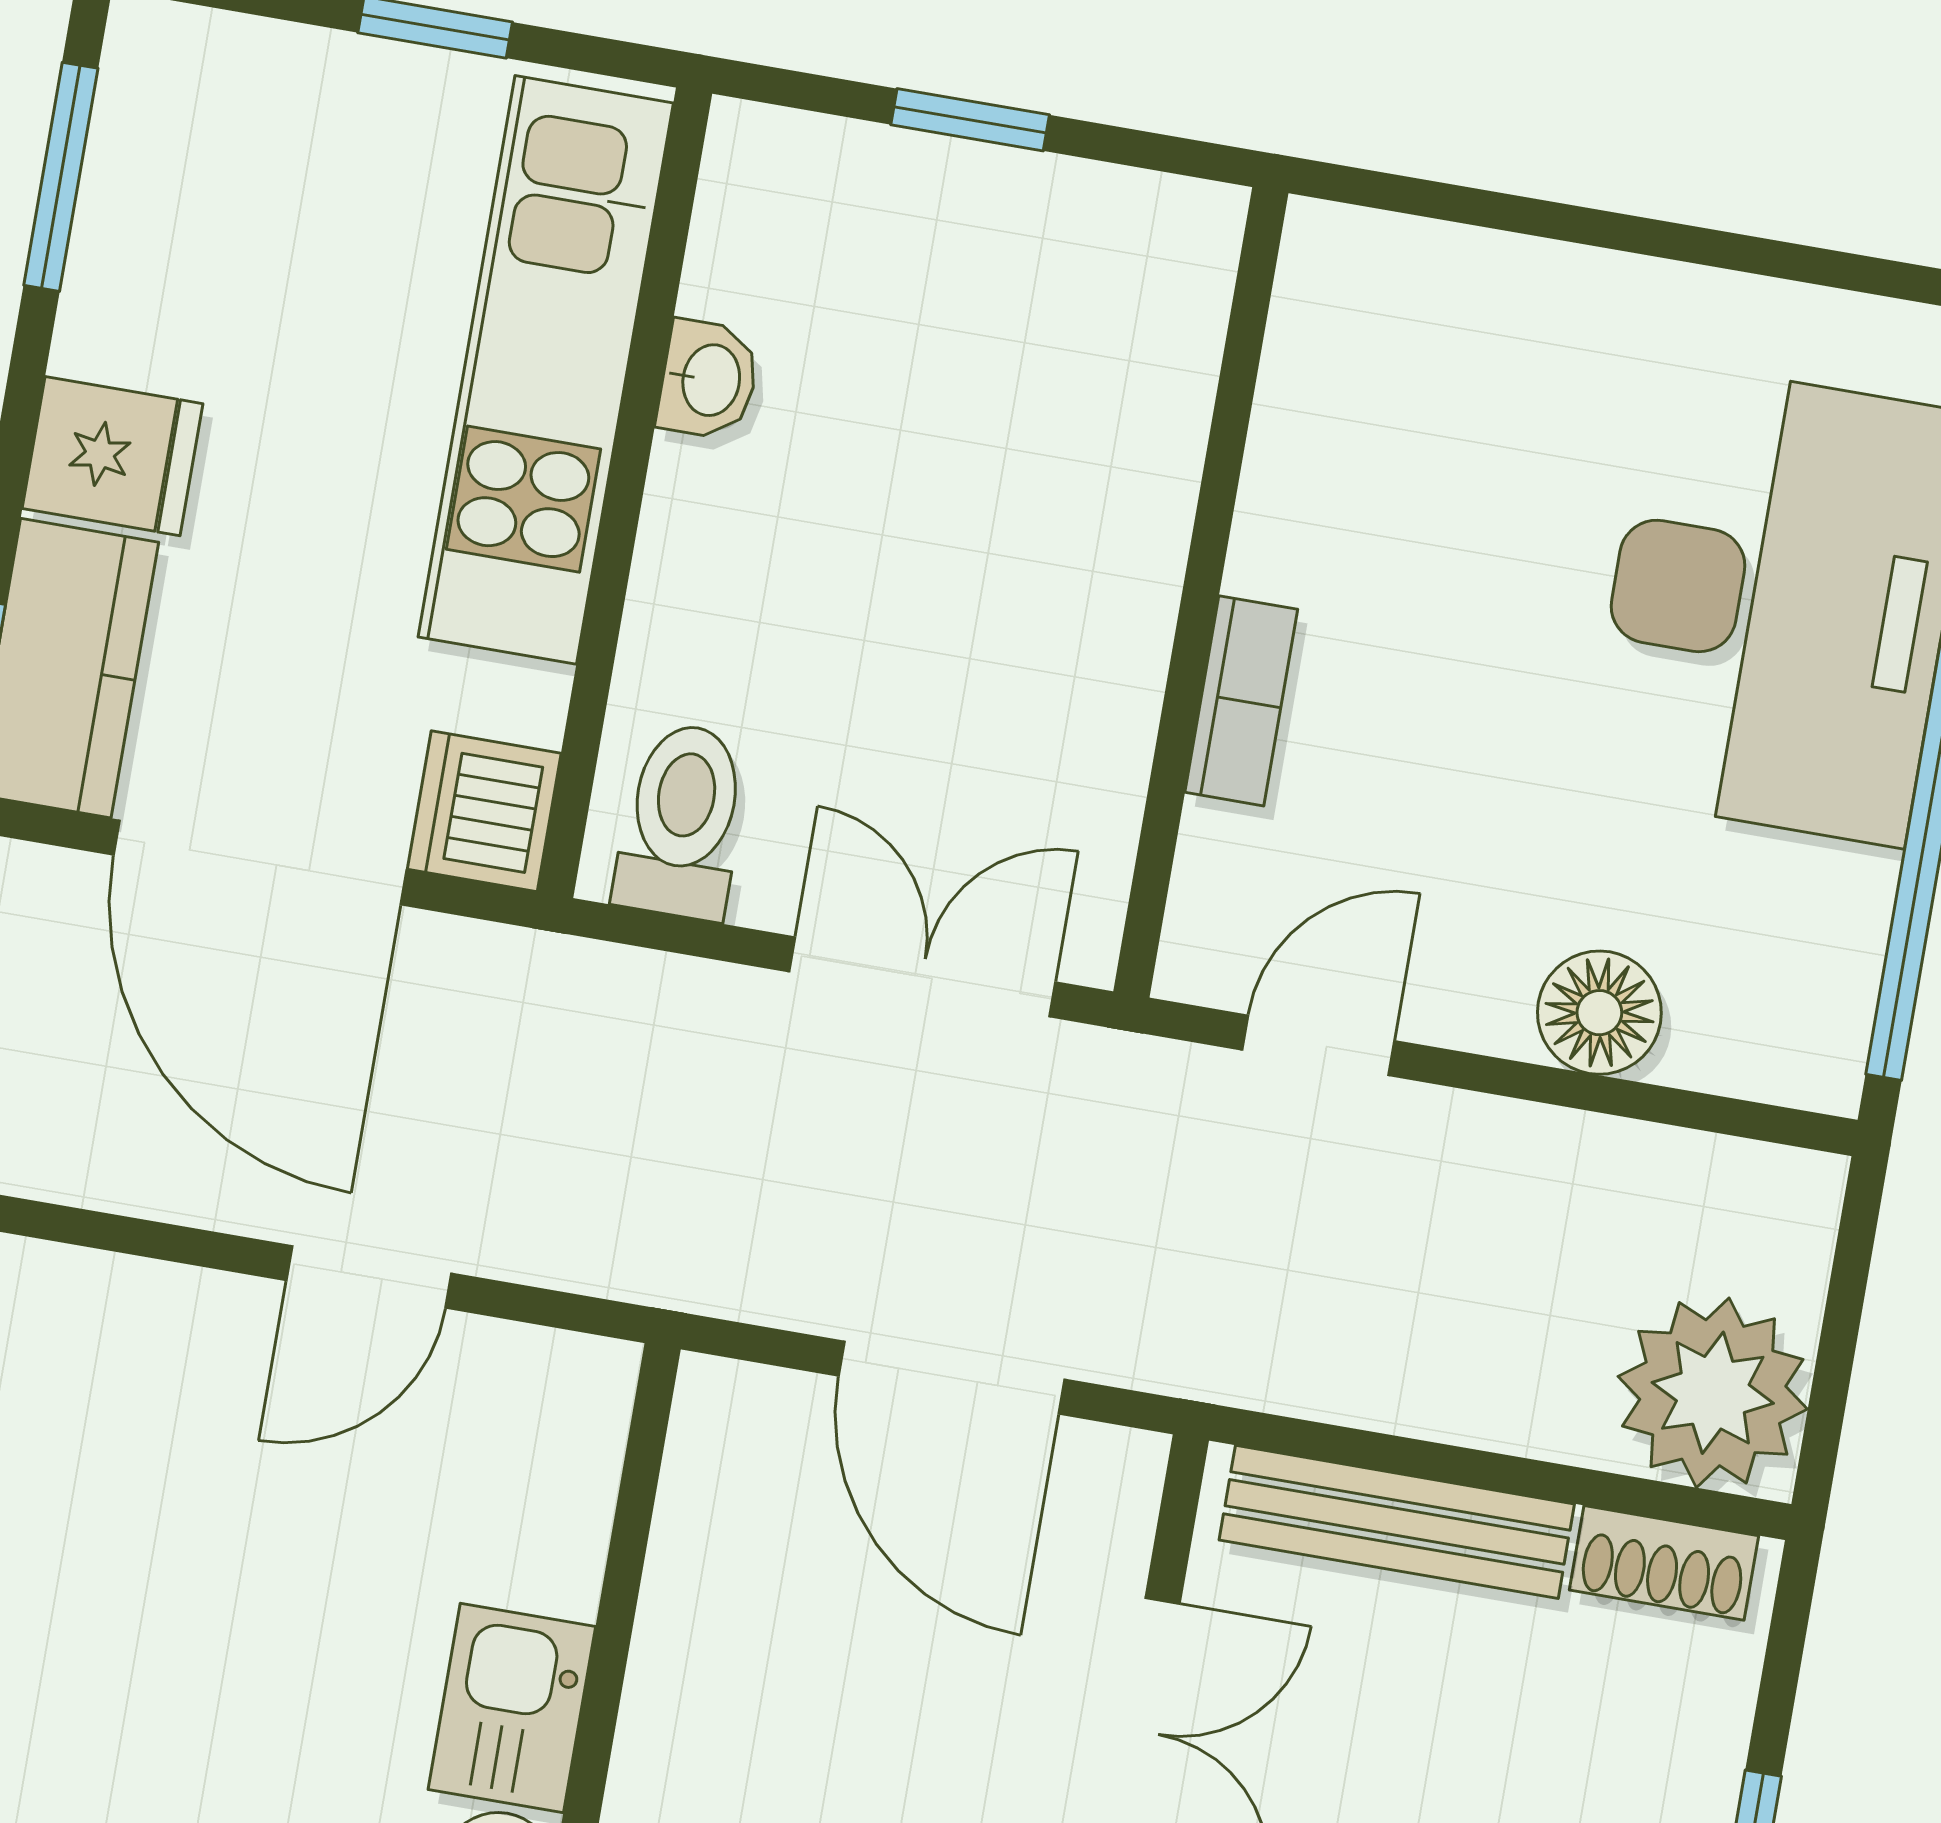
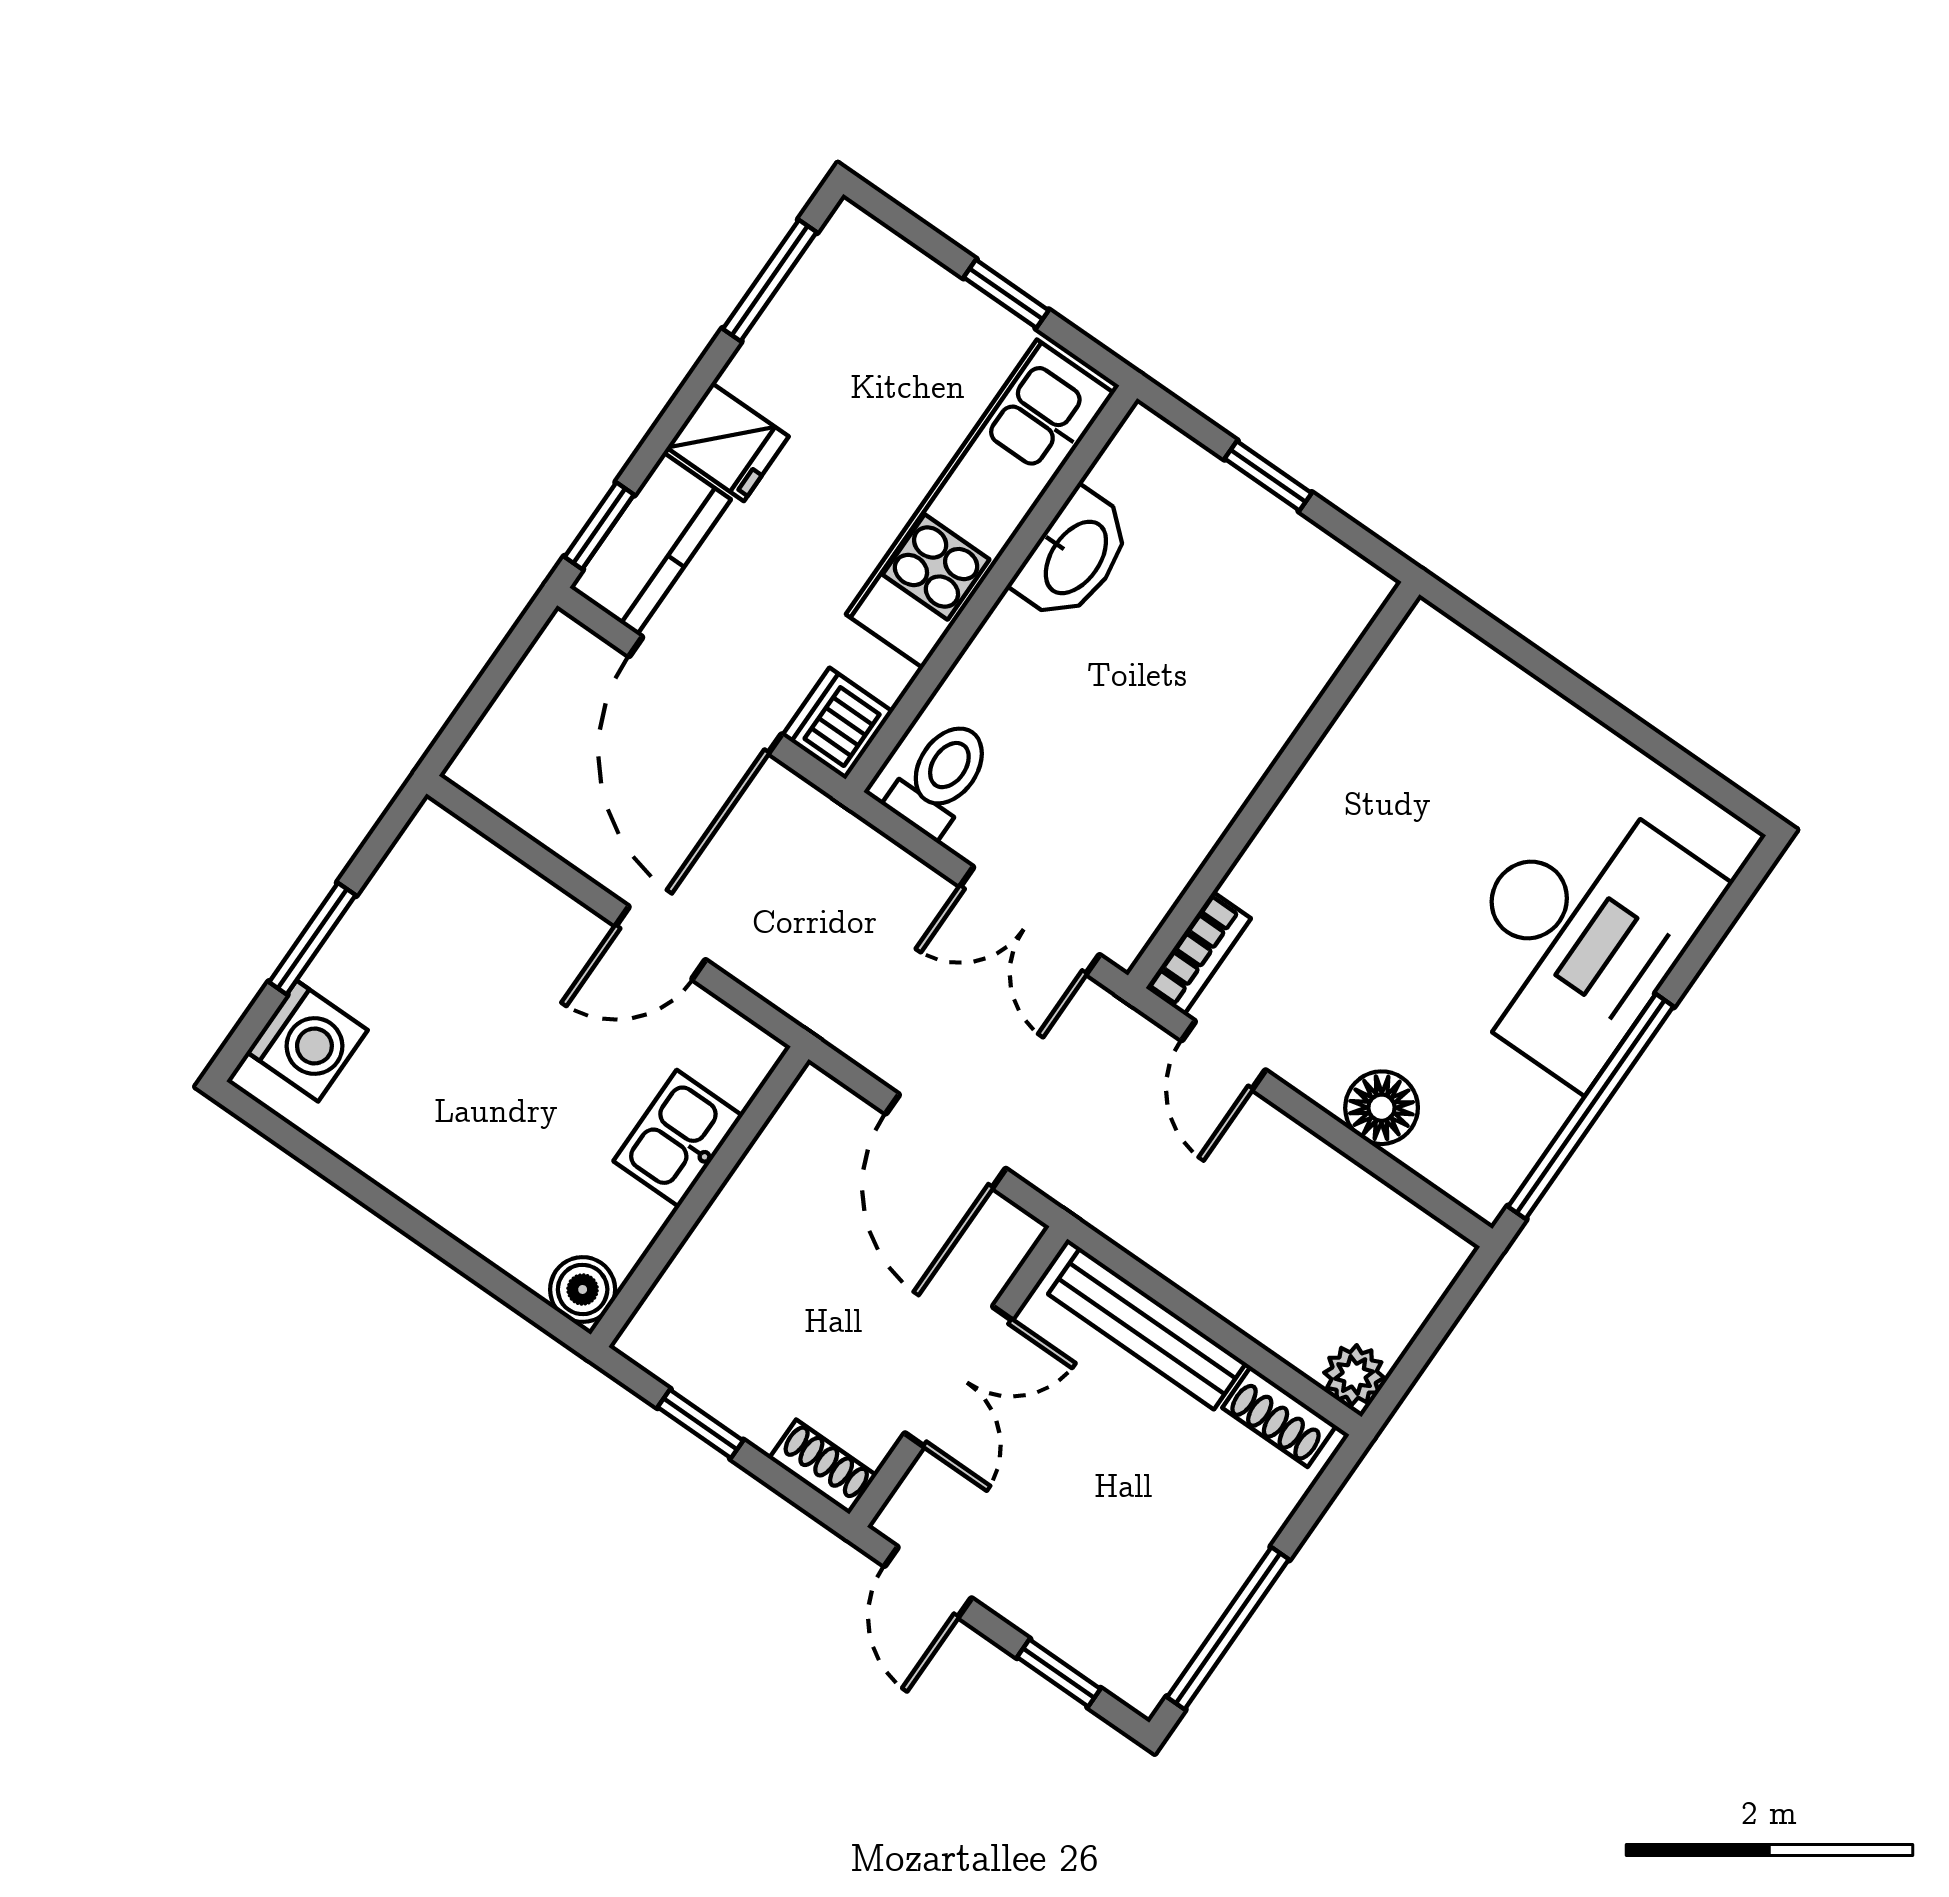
washbasin: (709, 380) -> (1074, 556), width x1.91, depth x1.45
bookcase: (1241, 701) -> (1198, 953), moved
double door: (922, 977) -> (1030, 921), swing flipped
door: (1318, 1045) -> (1224, 1055), swing flipped
plant: (1713, 1393) -> (1354, 1375), width x0.53, depth x0.53
kitchen sink: (512, 1708) -> (678, 1138), moved

